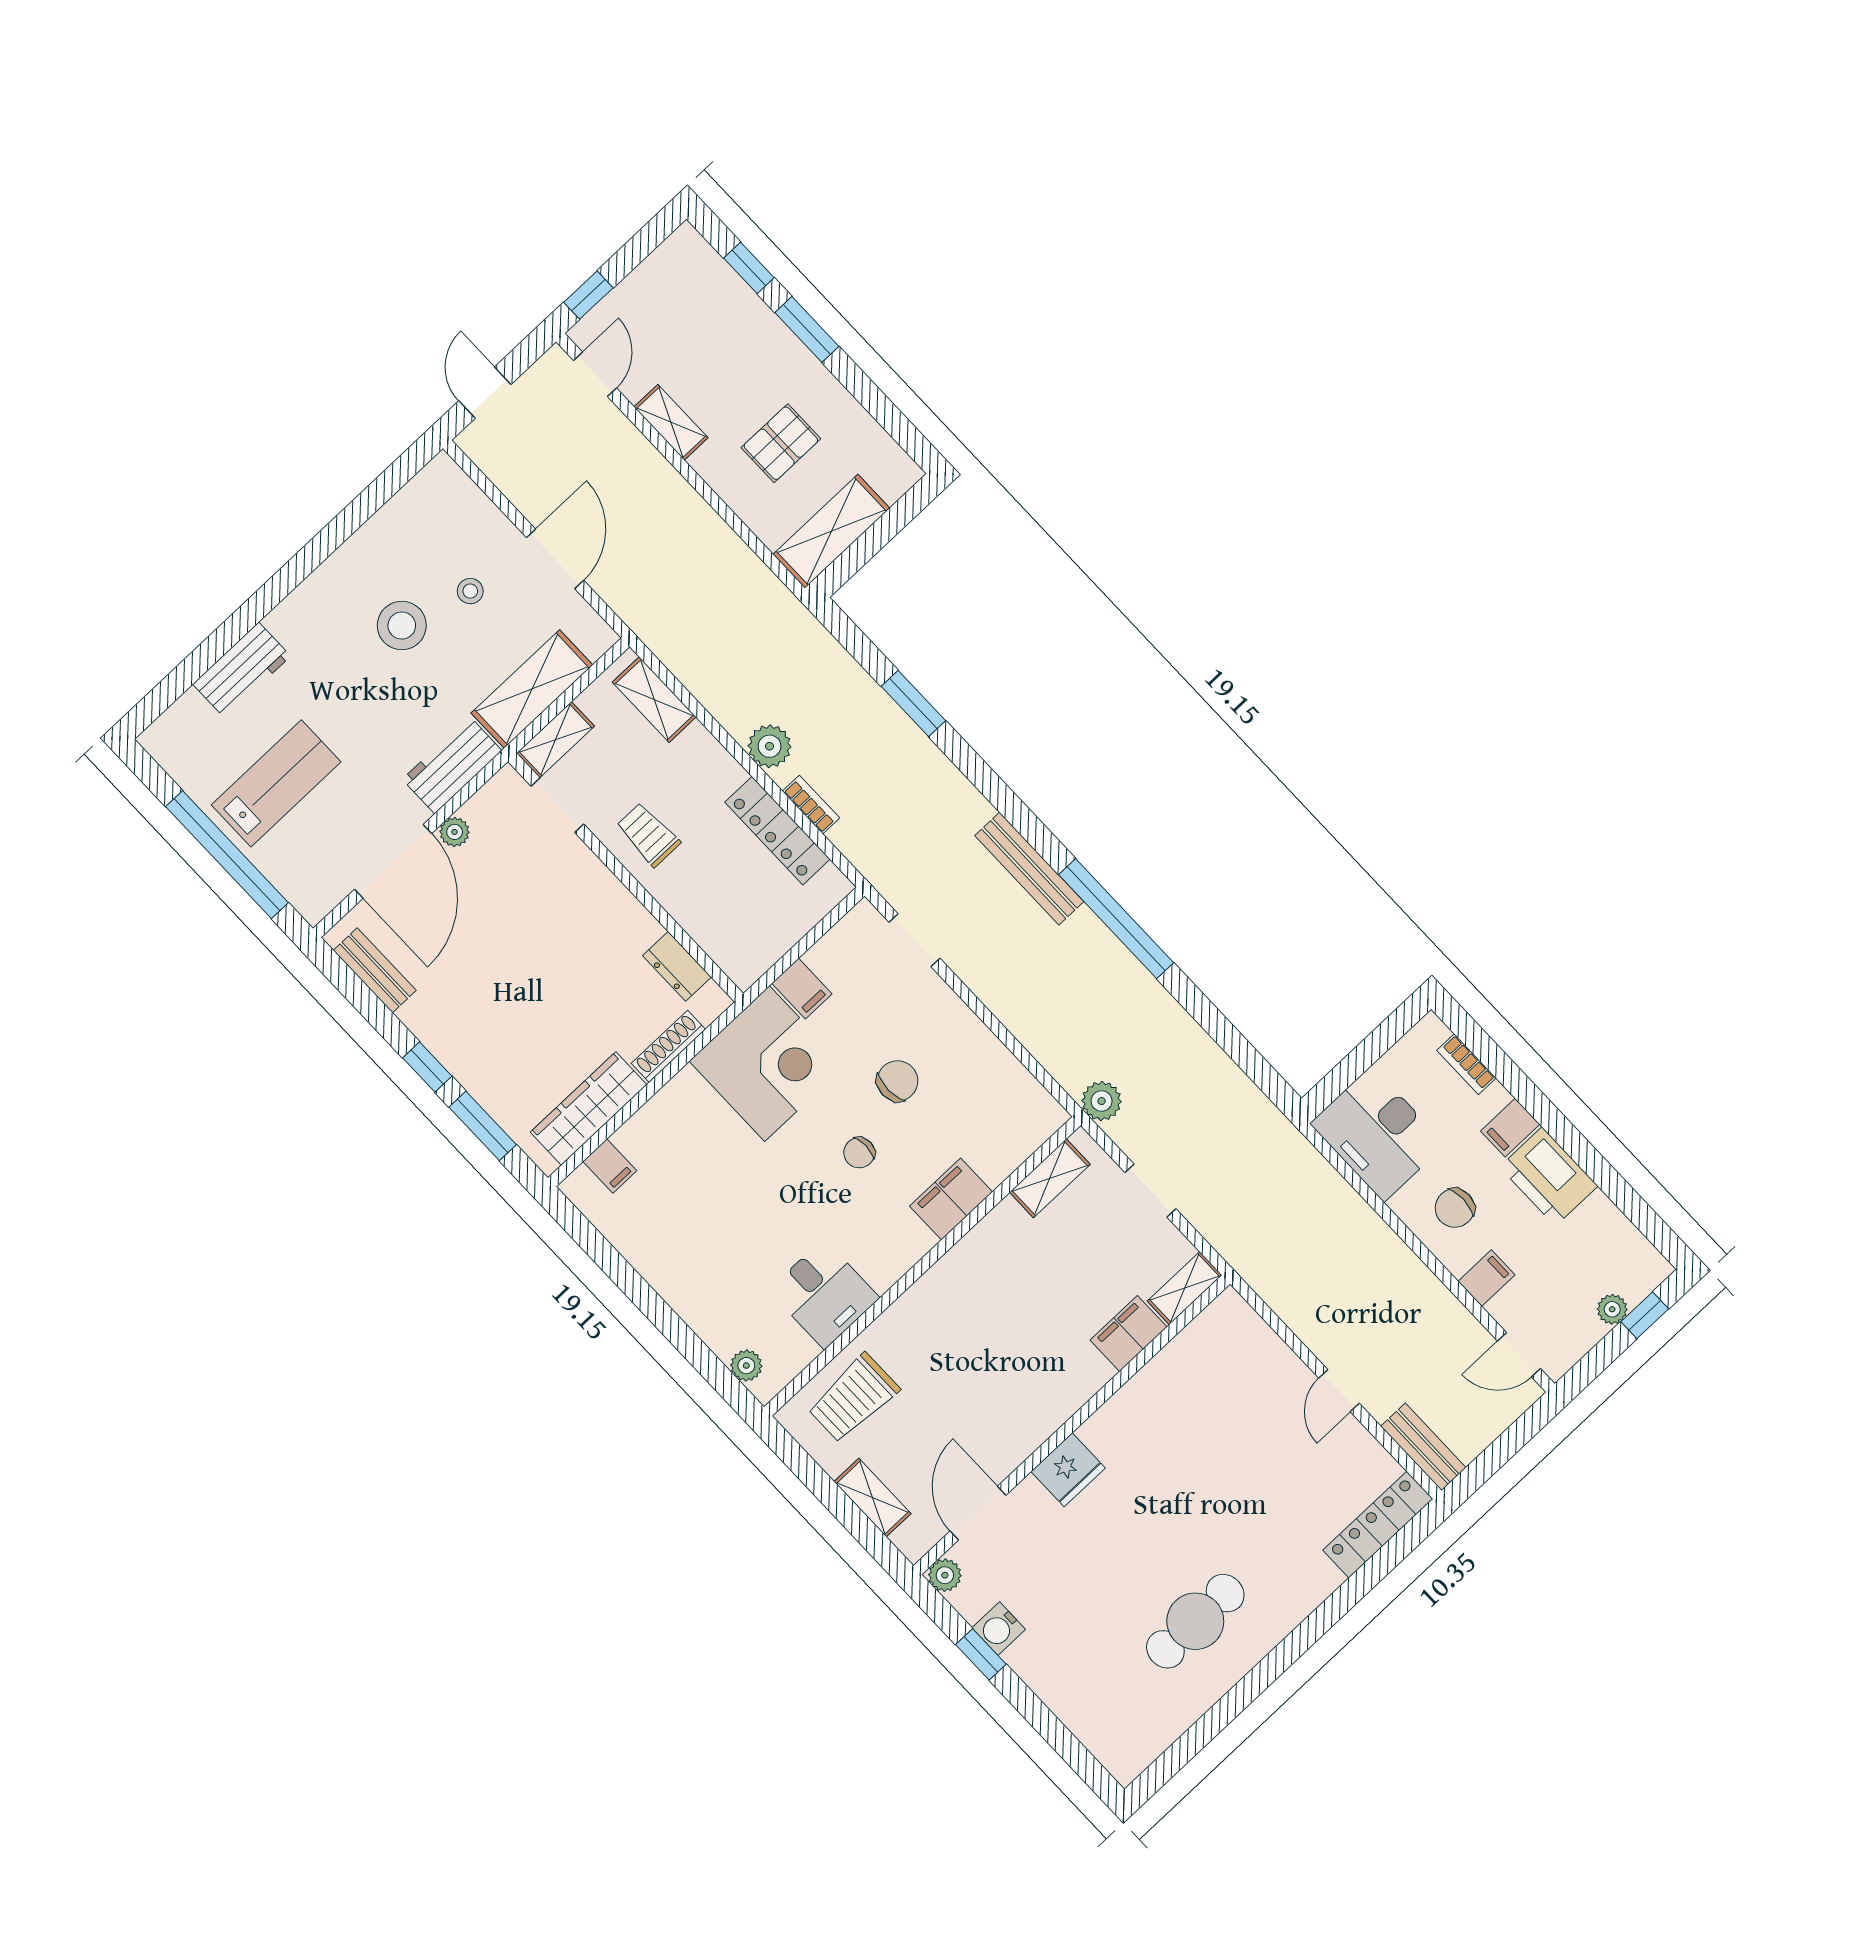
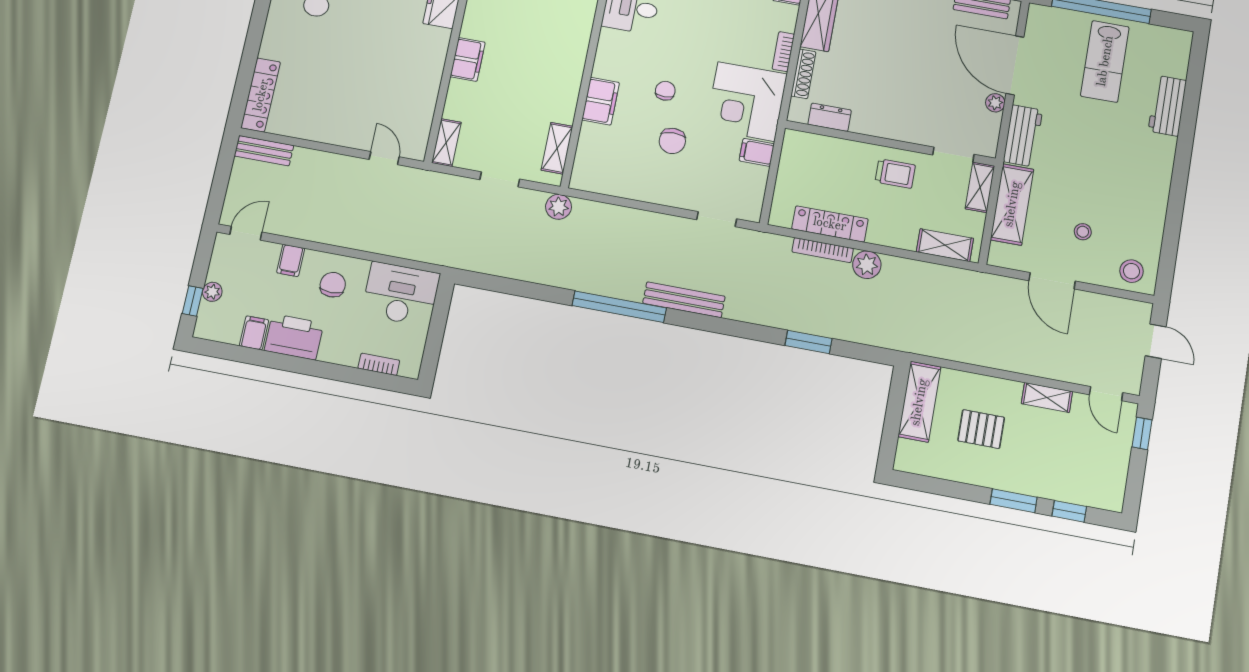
pallet: (781, 443) -> (981, 429), turned 90
stool: (402, 625) -> (1132, 271), moved, width x0.73, depth x0.73
bookcase: (811, 805) -> (823, 250), width x1.56
bookcase: (672, 1094) -> (783, 52), added
filing cabinet: (1510, 1128) -> (254, 333), moved
filing cabinet: (1128, 1333) -> (468, 59), moved
door: (1339, 1391) -> (384, 158), moved

